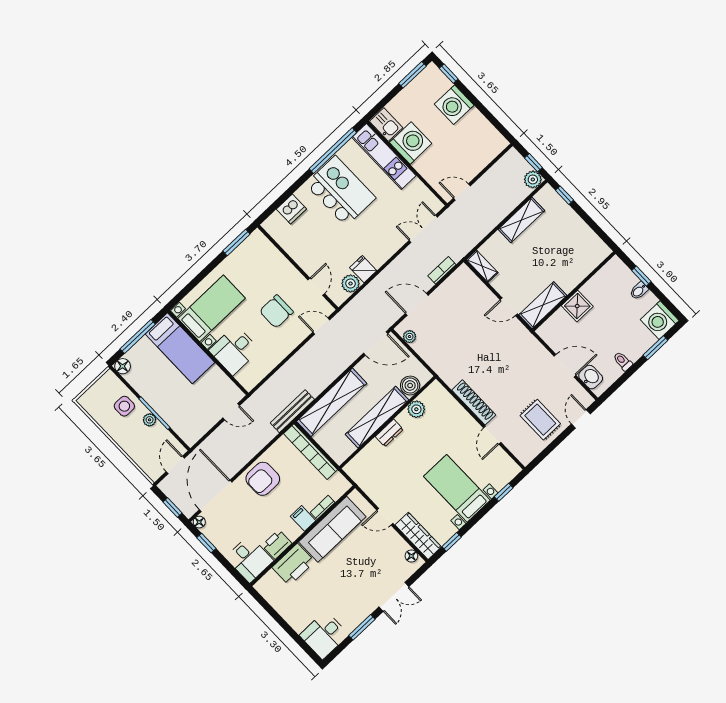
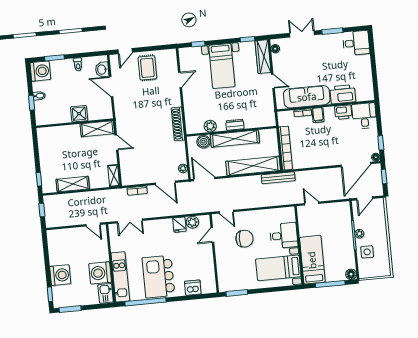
plant: (533, 179) -> (49, 201), removed
shoe rack: (474, 402) -> (178, 124), moved
armchair: (263, 479) -> (323, 154), removed

